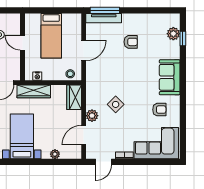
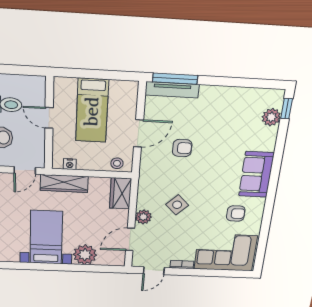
window: (183, 39) -> (287, 109), moved
armchair: (131, 42) -> (182, 148), moved
plant: (55, 154) -> (85, 255), width x1.87, depth x1.87

